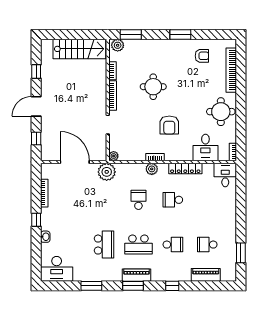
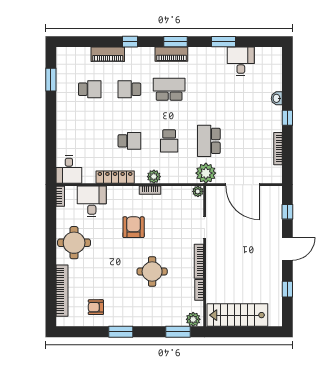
school desk: (104, 245) -> (209, 141), moved
desk: (57, 269) -> (241, 61), moved, width x0.73
piano: (206, 275) -> (108, 54), moved

